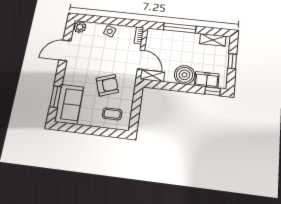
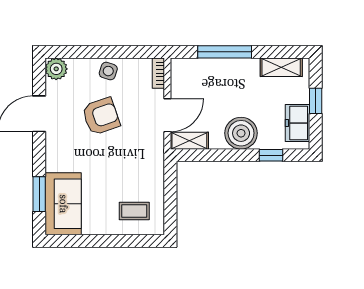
door: (141, 60) -> (167, 115), hinge flipped
freezer: (207, 80) -> (298, 123), moved, turned -90
armchair: (107, 85) -> (101, 116), moved
window: (212, 91) -> (271, 155), moved

